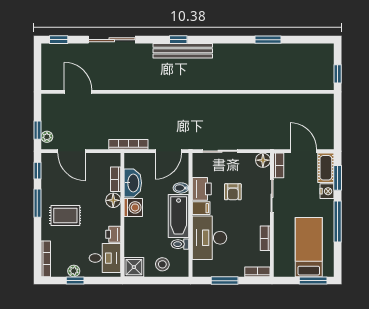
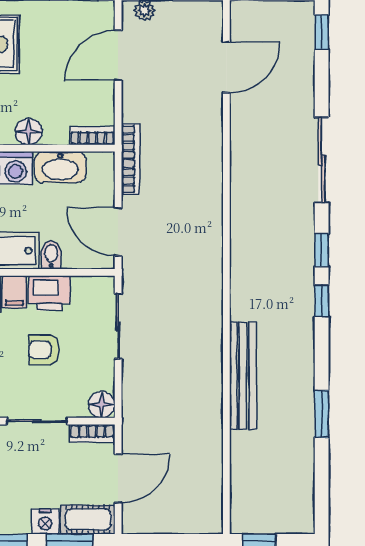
sliding door: (112, 40) -> (322, 160), moved
window: (206, 40) -> (322, 301), added
bench: (183, 51) -> (243, 376), moved
bookcase: (116, 179) -> (92, 136), moved

